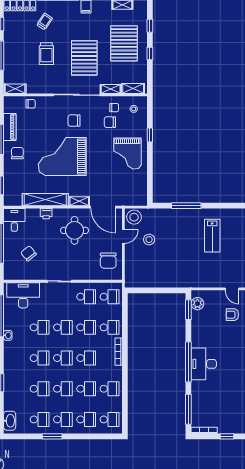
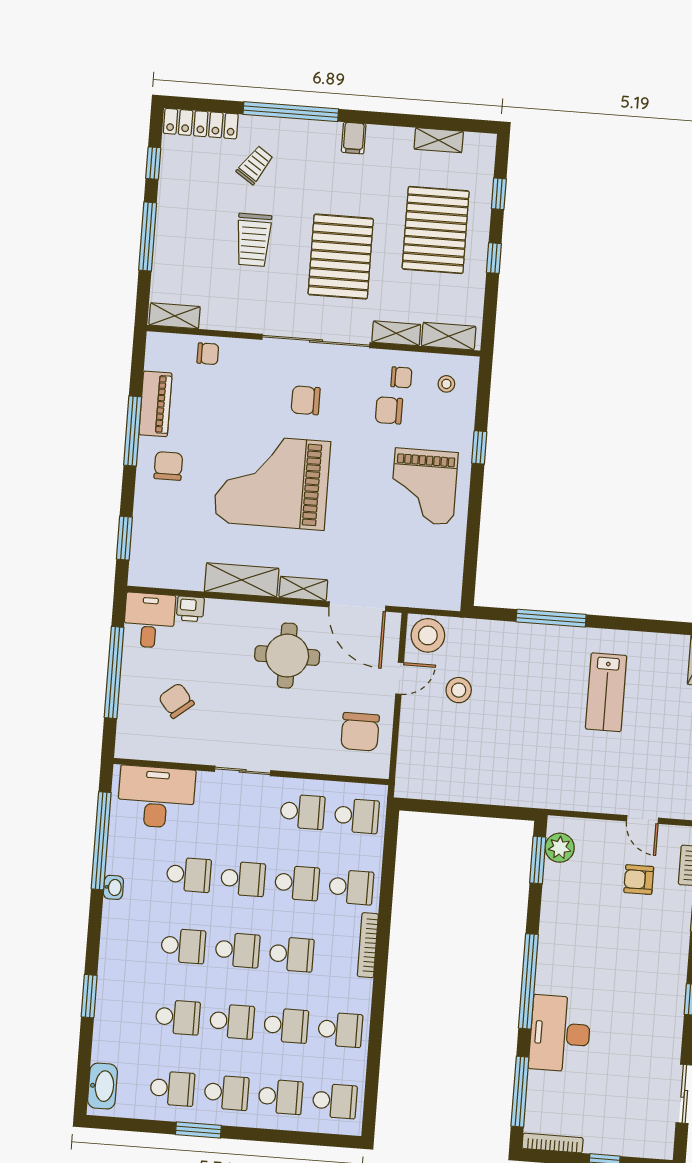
shelving: (45, 200) -> (242, 580), width x0.68
printer: (46, 214) -> (190, 609), moved
desk: (204, 364) -> (560, 1034), moved

